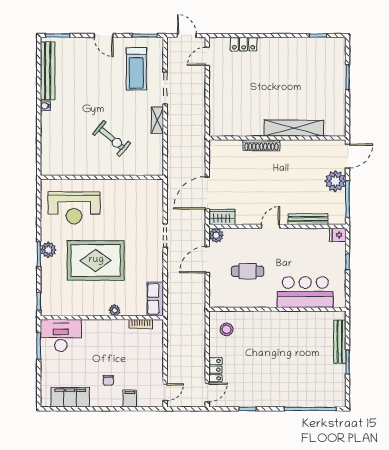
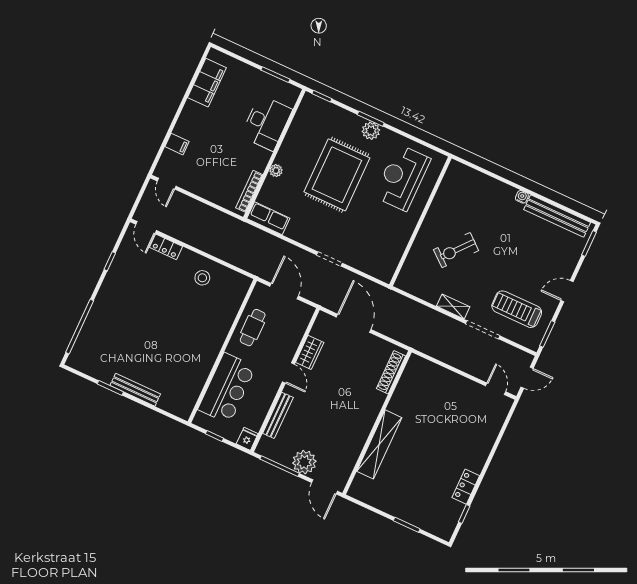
locker: (244, 44) -> (466, 487), moved
shoe rack: (261, 145) -> (391, 372), moved
wardrobe: (222, 217) -> (310, 352), moved
plant: (216, 235) -> (305, 312), removed
bar counter: (305, 292) -> (227, 388), moved
wall: (277, 309) -> (222, 351), moved
bookcase: (141, 324) -> (249, 191), width x1.56
desk: (61, 335) -> (266, 123), moved
chair: (108, 380) -> (206, 130), removed

